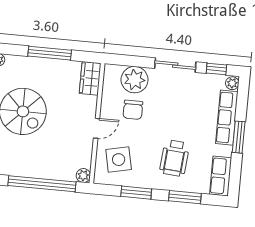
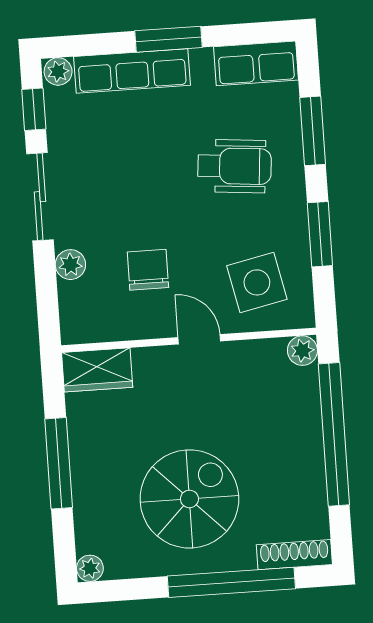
plant: (135, 80) -> (70, 265), width x0.53, depth x0.53
chair: (133, 110) -> (148, 270), turned -90

